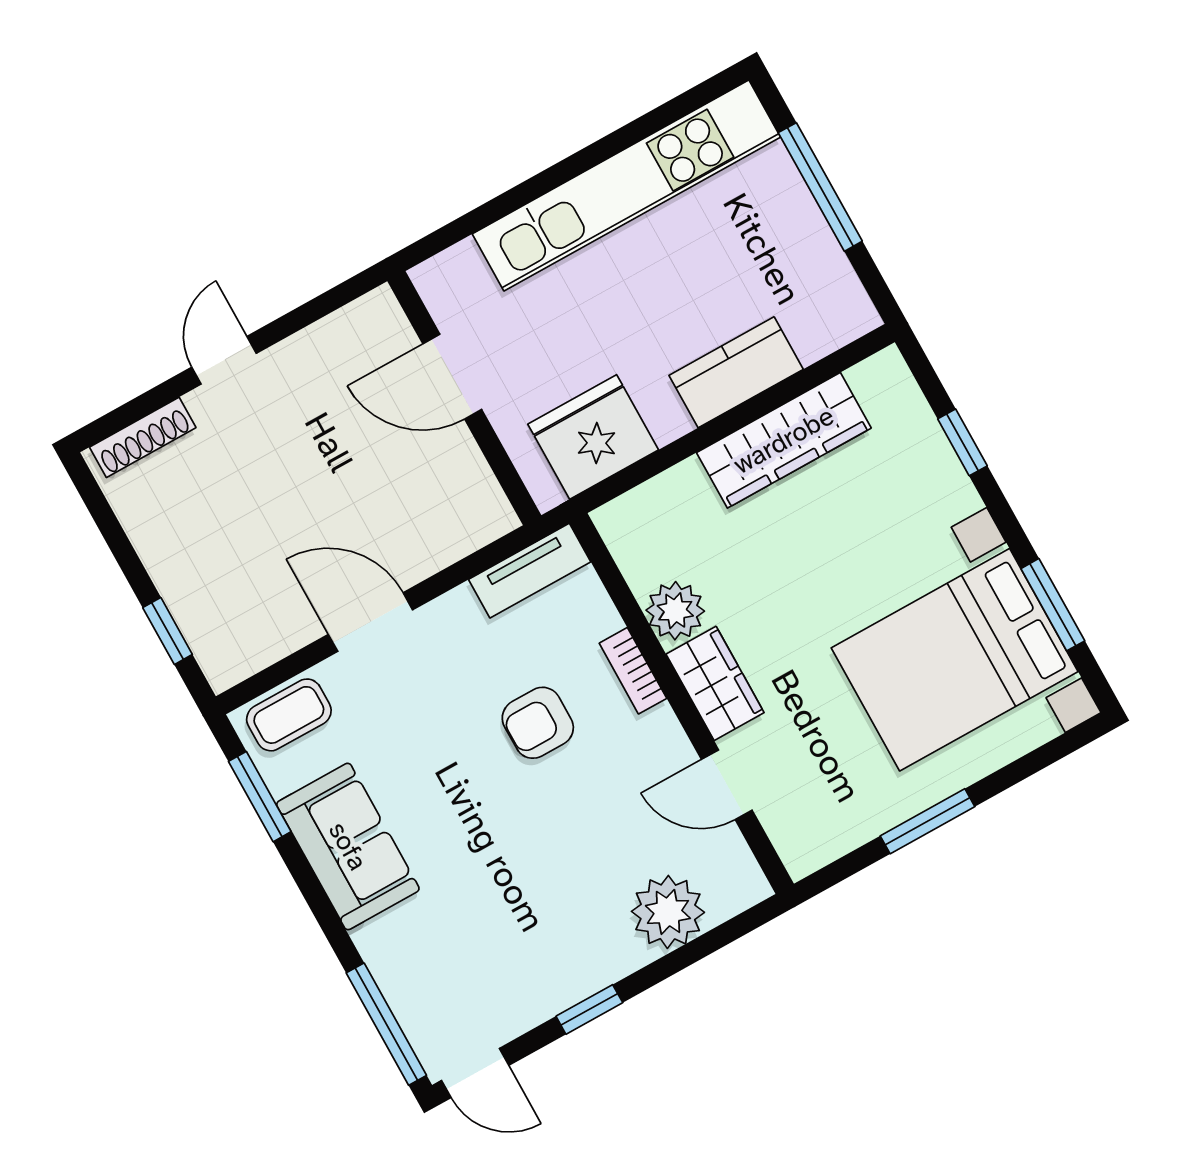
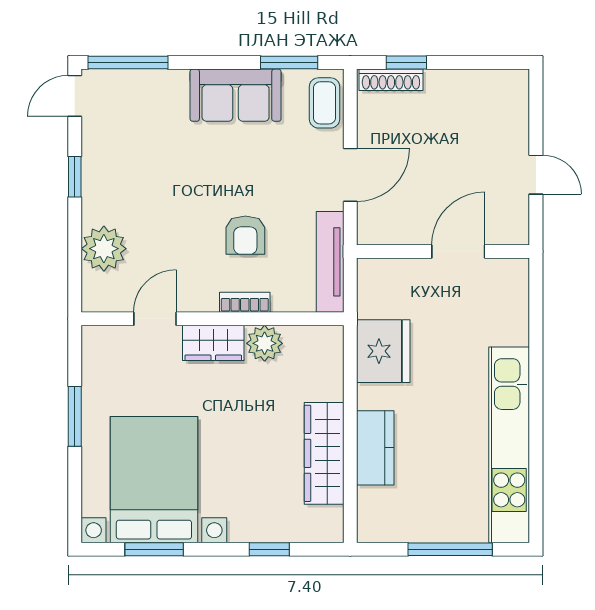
door: (452, 377) -> (458, 251), moved
wall: (464, 398) -> (443, 251), moved
shoe rack: (143, 437) -> (391, 80), moved, turned -90
tv unit: (530, 571) -> (330, 262), width x1.41
armchair: (538, 723) -> (245, 235), turned 180

